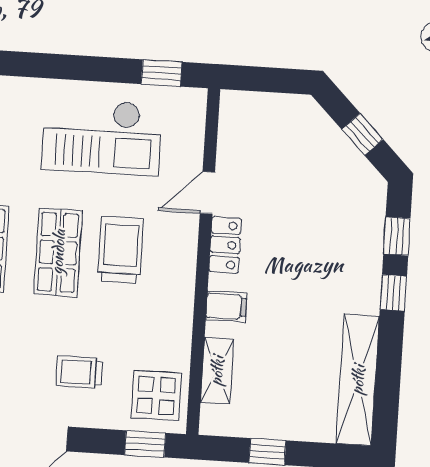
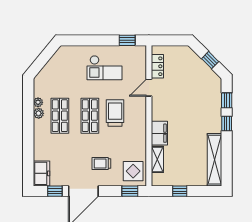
checkout: (102, 137) -> (105, 68), width x0.73, depth x0.83
locker: (225, 245) -> (157, 66), moved
filing cabinet: (226, 306) -> (159, 133), width x2.00

